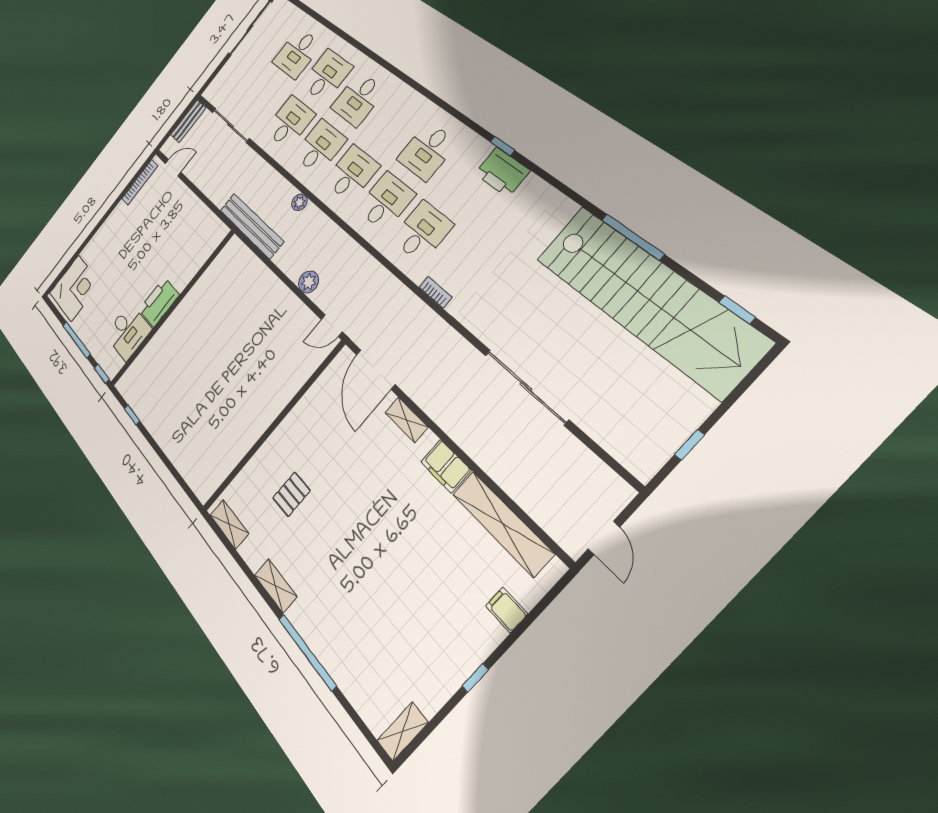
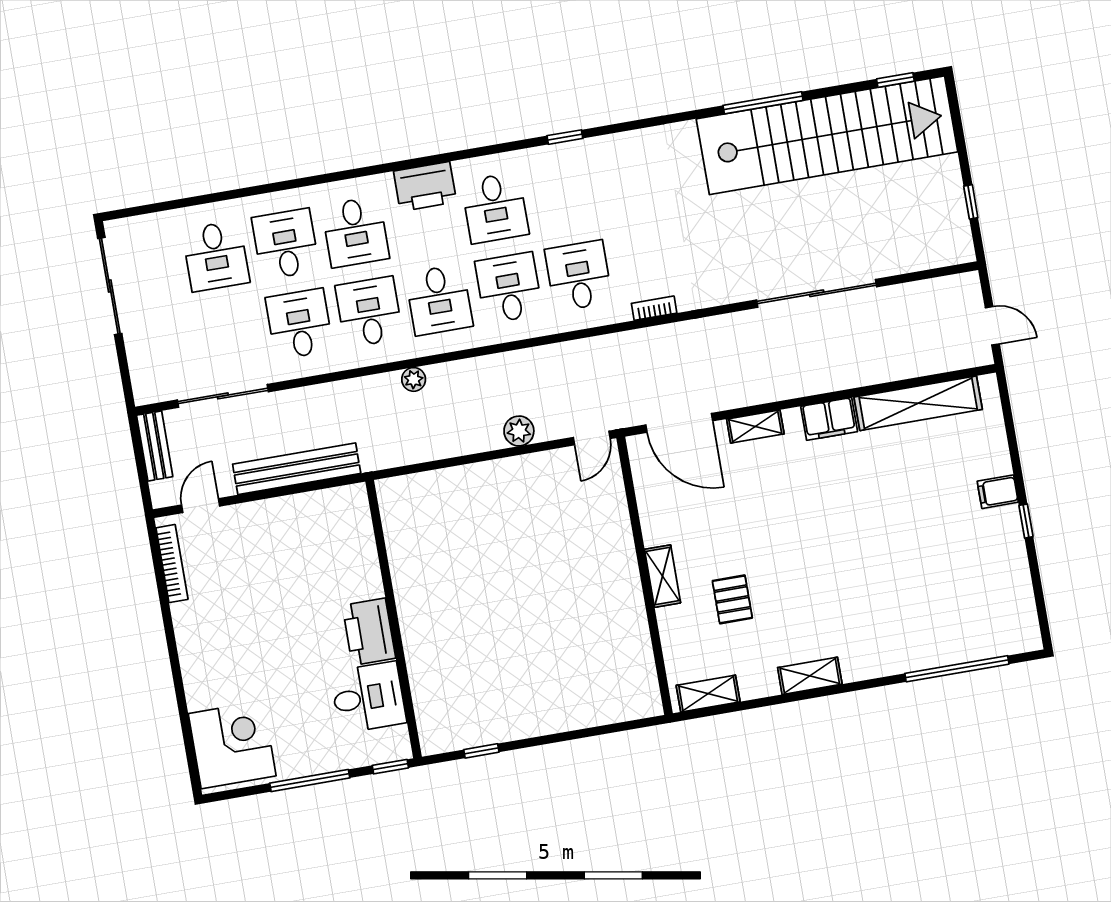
printer: (502, 172) -> (425, 186), moved
desk: (352, 173) -> (439, 300), turned 180
bench: (251, 226) -> (297, 469), moved
filing cabinet: (507, 610) -> (998, 492), moved
window: (307, 652) -> (957, 669), moved
shelving: (403, 732) -> (663, 576), moved

